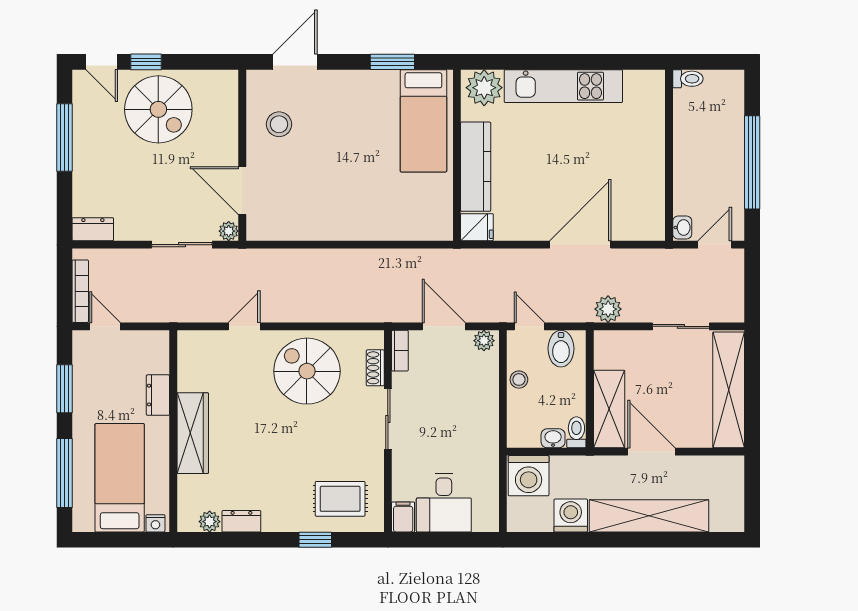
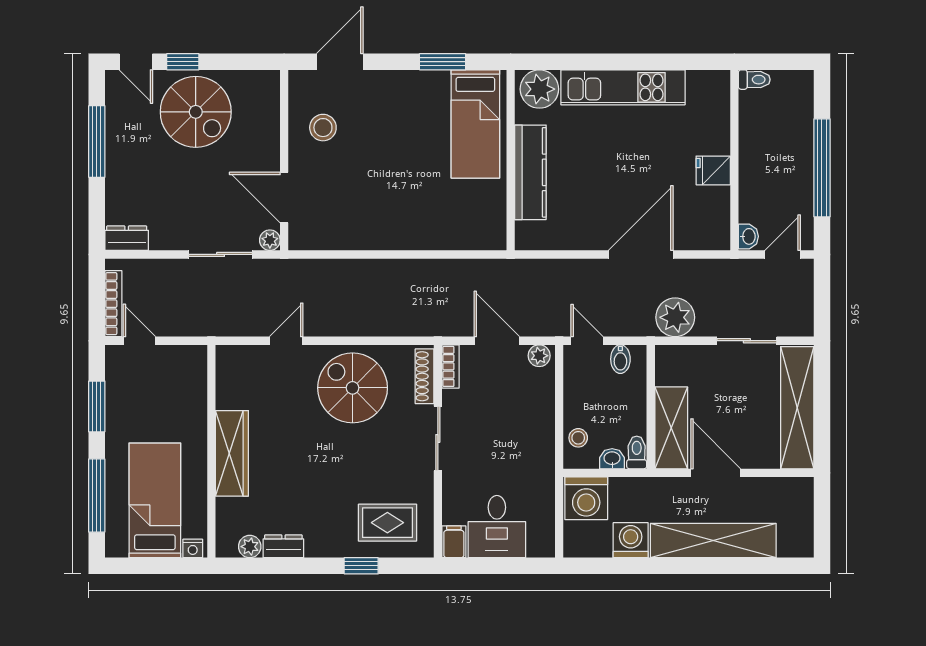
fridge: (477, 227) -> (713, 170), moved, turned 180
plant: (608, 309) -> (675, 317), width x1.36, depth x1.36
bidet: (561, 349) -> (620, 359), width x0.72, depth x0.74
shoe rack: (375, 368) -> (425, 376), width x1.43
stool: (519, 380) -> (578, 438), moved
dresser: (158, 395) -> (195, 413), removed

